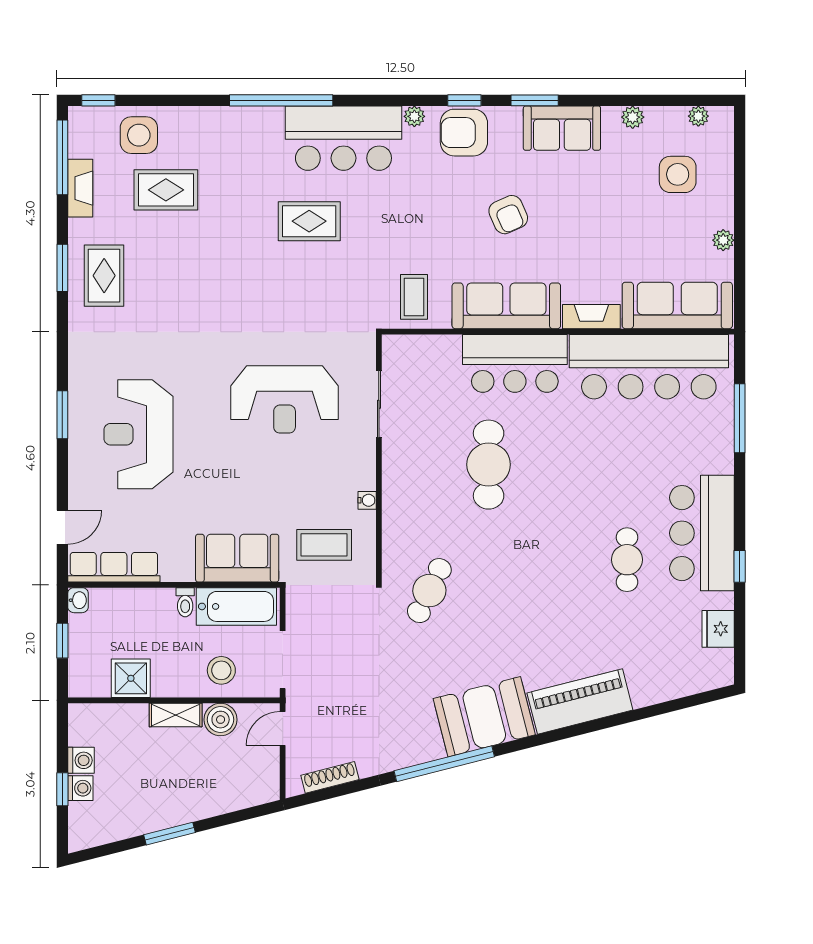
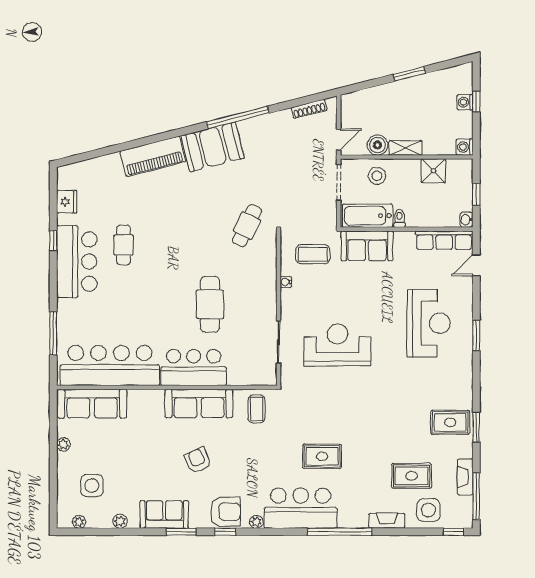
rug: (104, 276) -> (450, 422), turned 90
fireplace: (591, 317) -> (387, 521), moved, turned 180
washing machine: (81, 760) -> (465, 147), moved

